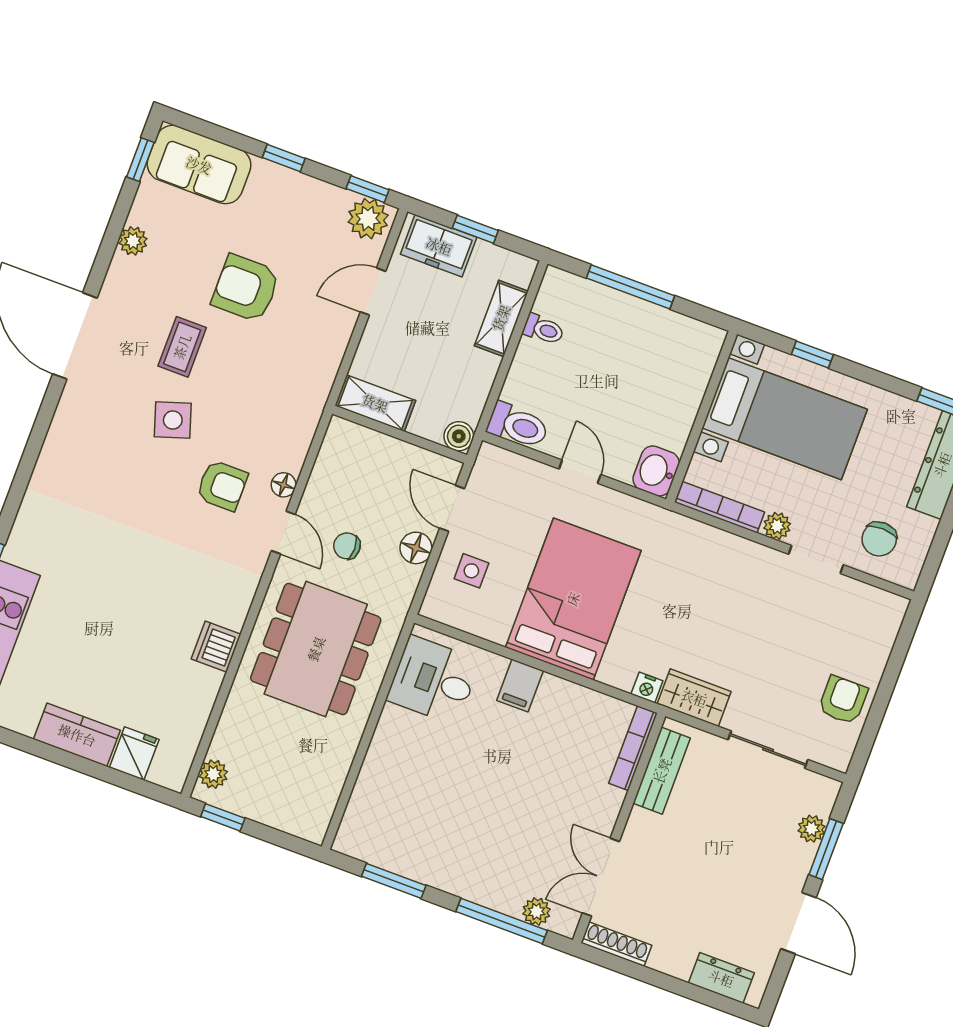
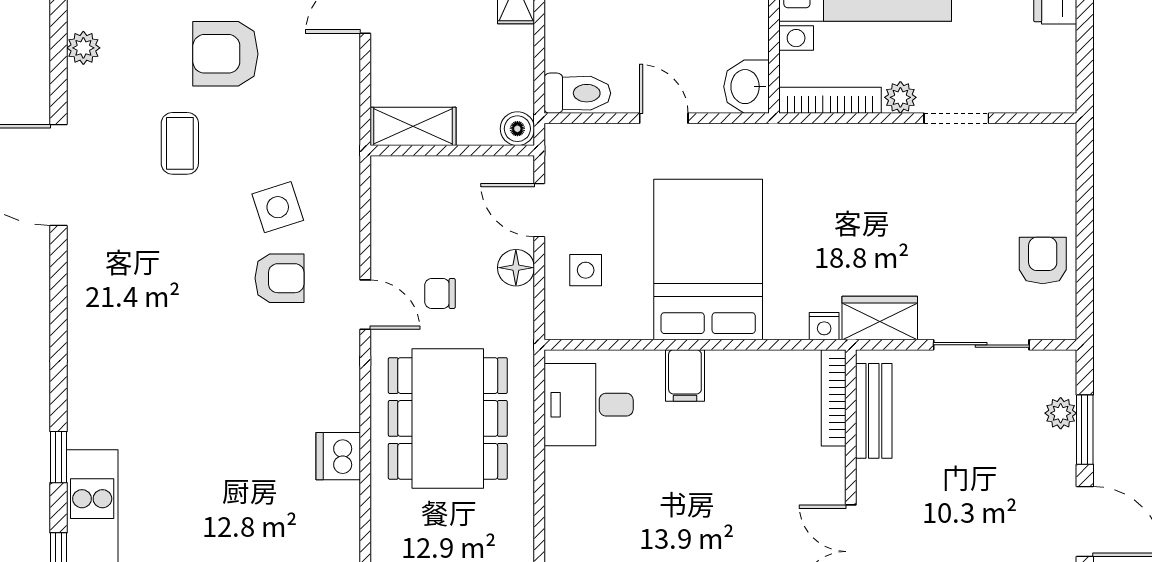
side table: (173, 420) -> (278, 207), moved
floor lamp: (284, 485) -> (346, 253), removed
chair: (879, 539) -> (1017, 70), removed

